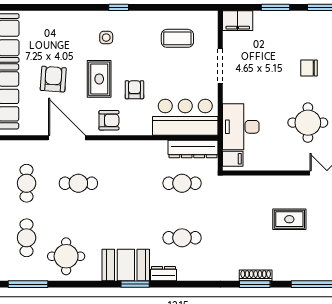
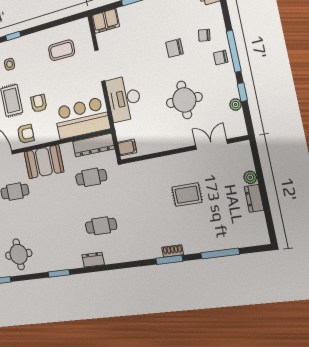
desk: (241, 127) -> (124, 99), moved
booth: (126, 265) -> (44, 162), moved
shoe rack: (256, 275) -> (173, 251), width x0.70
window: (135, 284) -> (59, 273), moved

